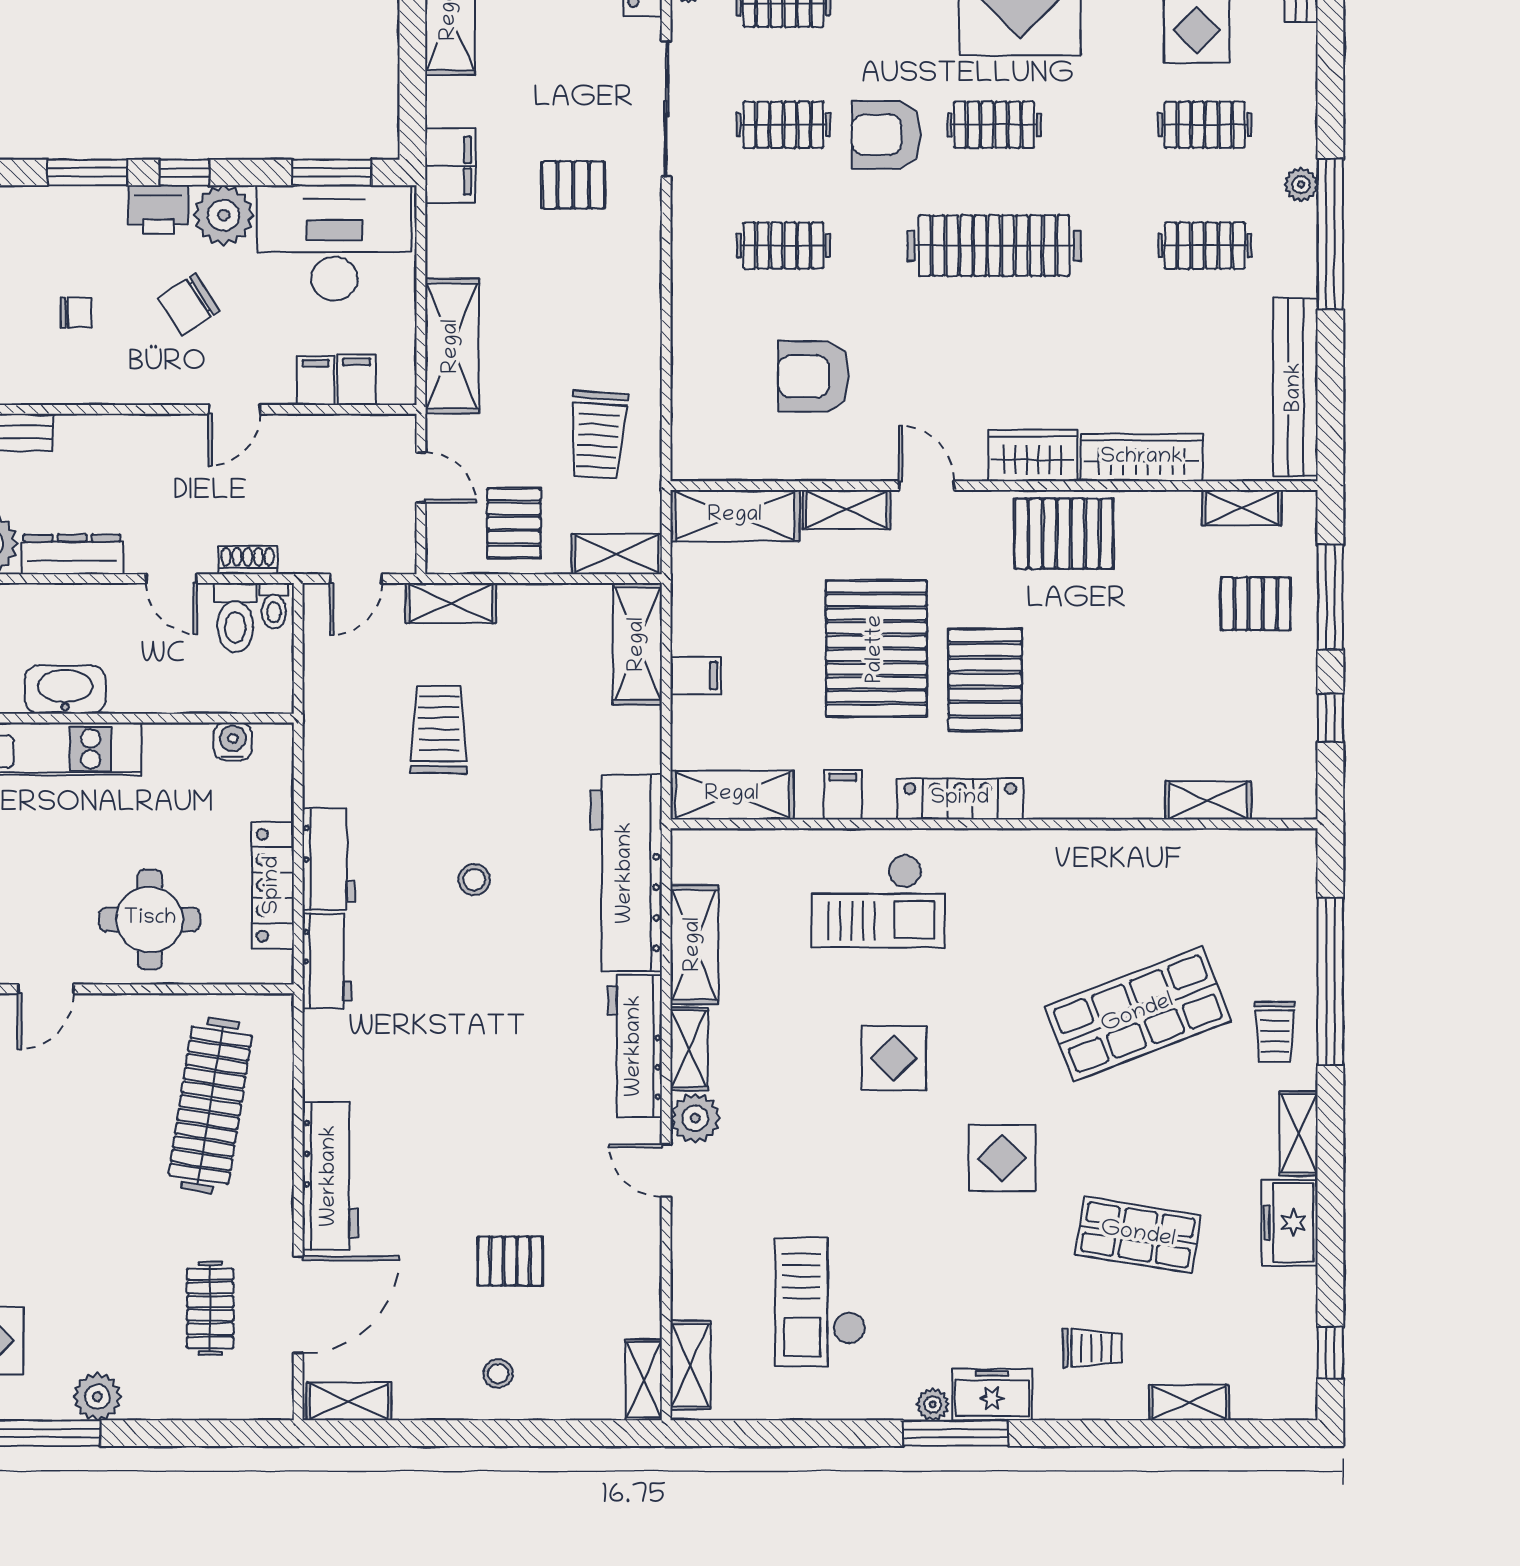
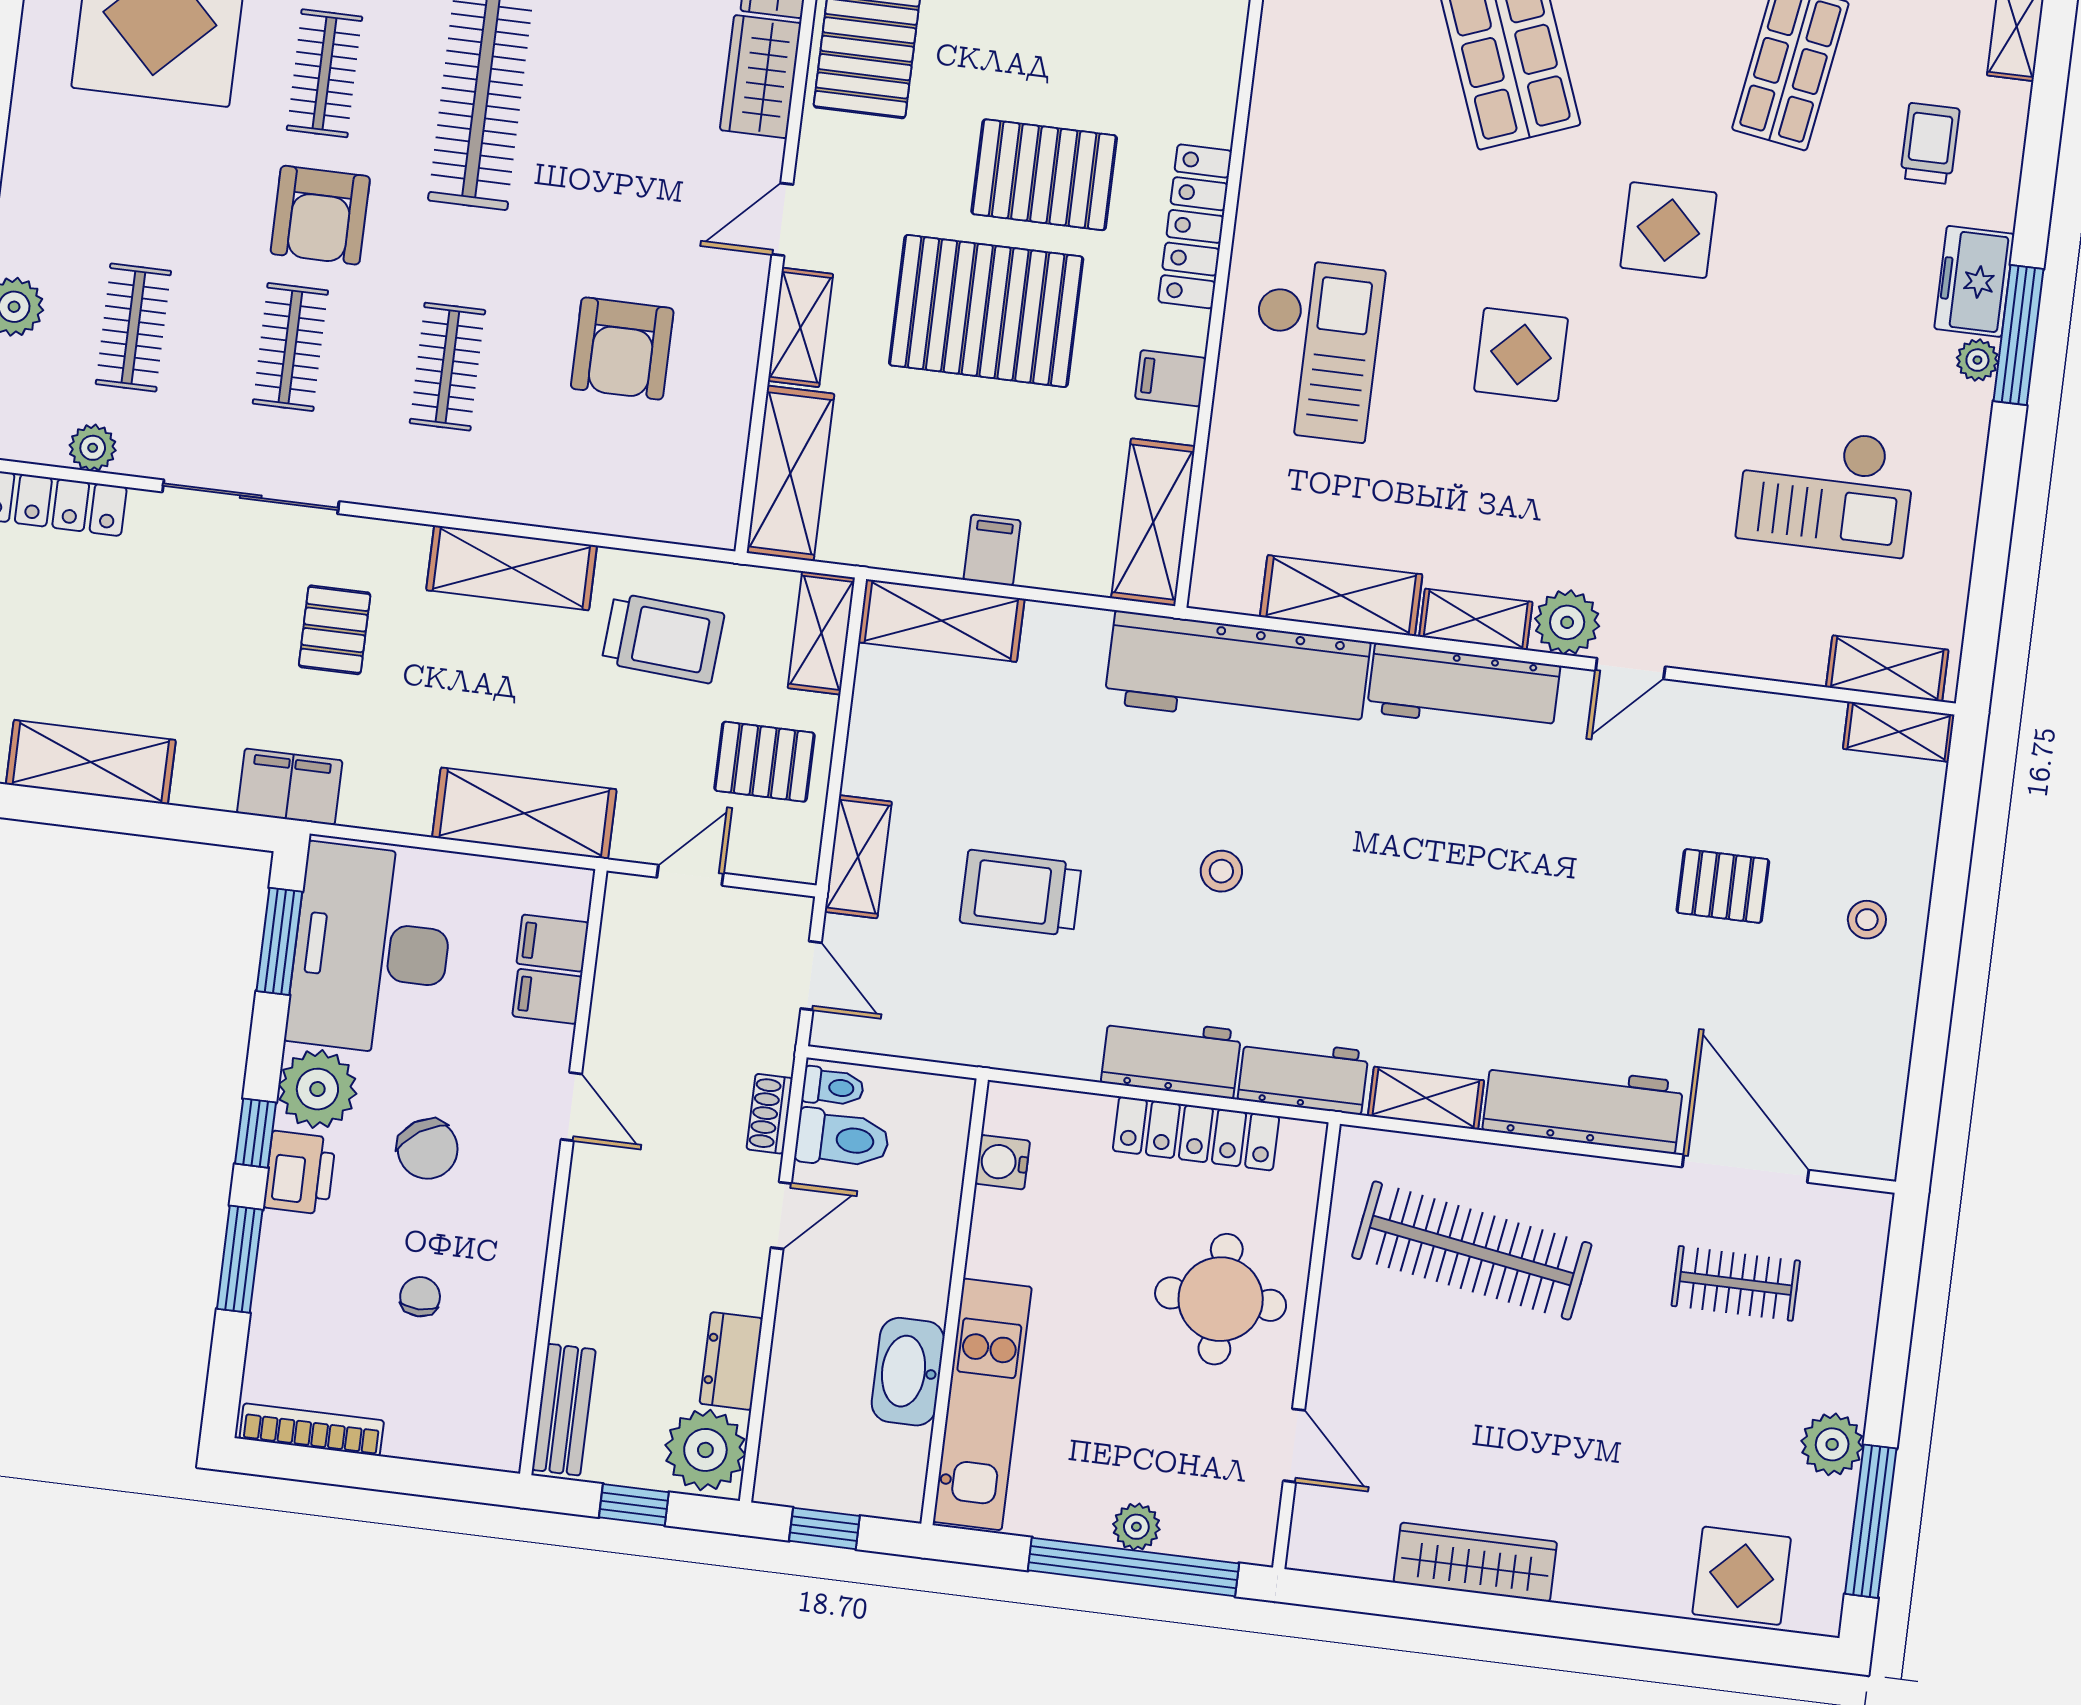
shelving: (637, 313) -> (512, 568), added
dresser: (72, 554) -> (731, 1361), width x0.70
pallet: (510, 1261) -> (1723, 886), turned 90
shelving: (349, 1401) -> (1426, 1098), moved, turned 90

